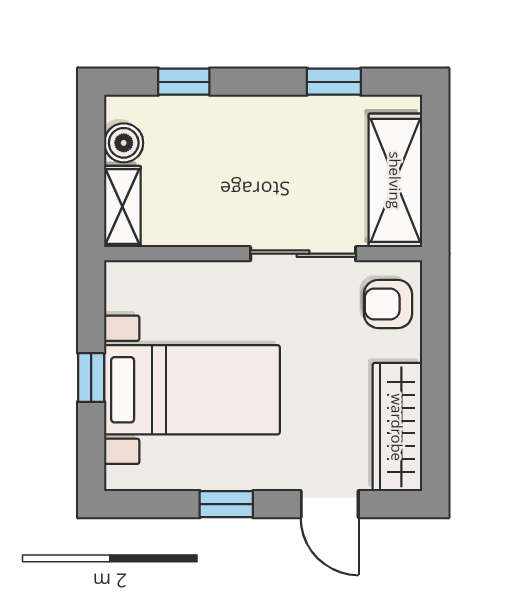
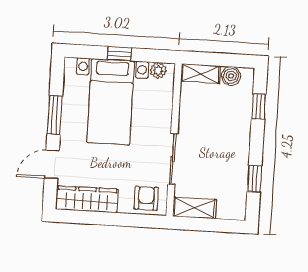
shelving: (395, 180) -> (194, 208), width x0.67, depth x0.75
plant: (121, 295) -> (158, 71), added
window: (226, 504) -> (55, 115), width x1.50

